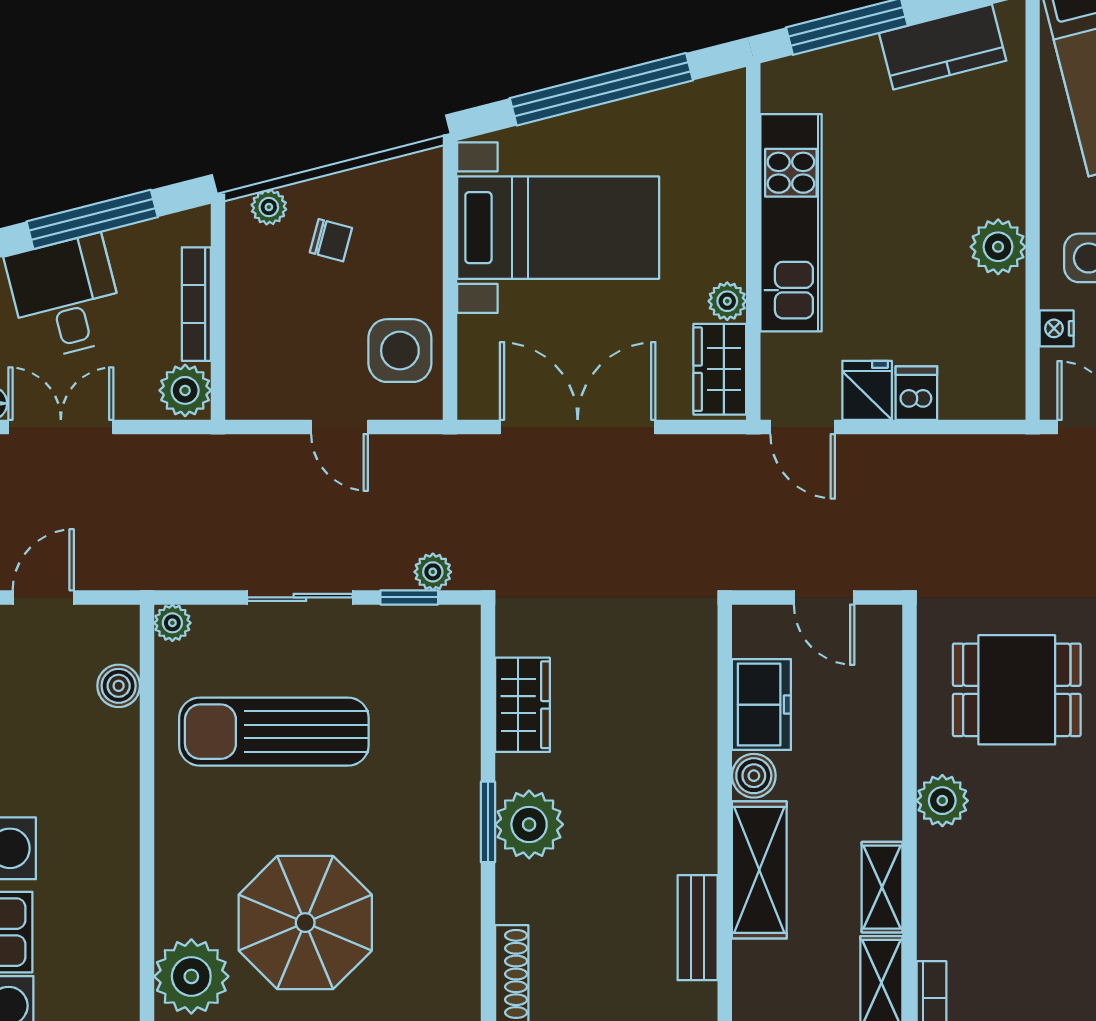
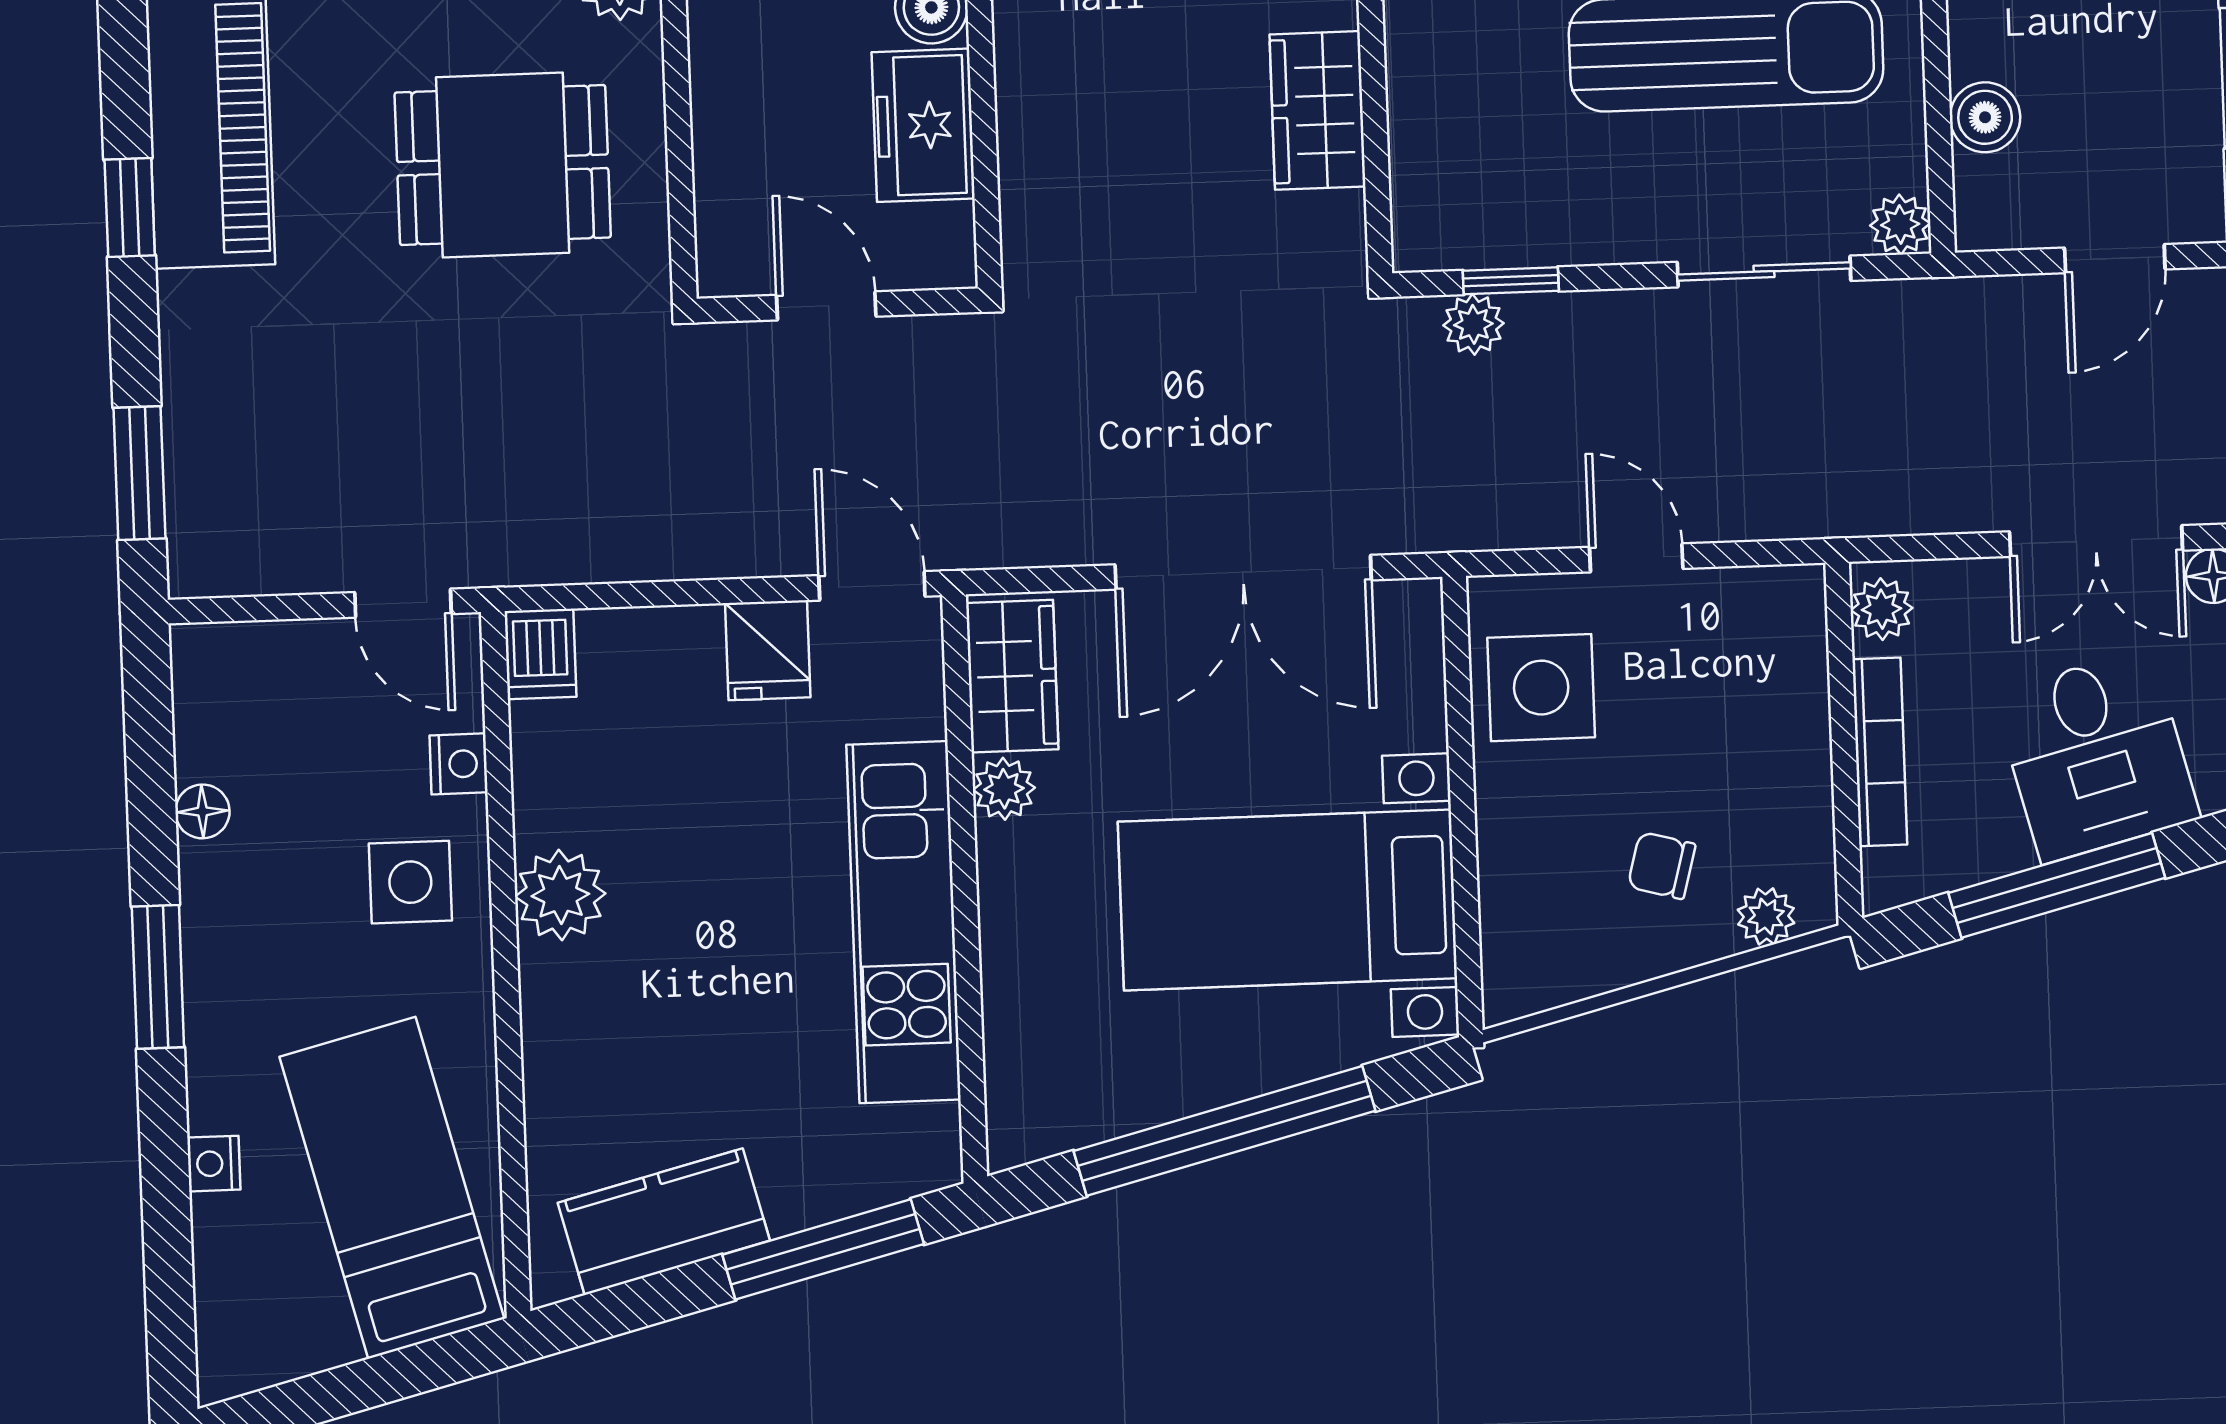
plant: (185, 390) -> (1882, 609), width x0.73, depth x0.73
dishwasher: (916, 393) -> (540, 654), moved
sliding door: (300, 597) -> (1764, 271), moved

